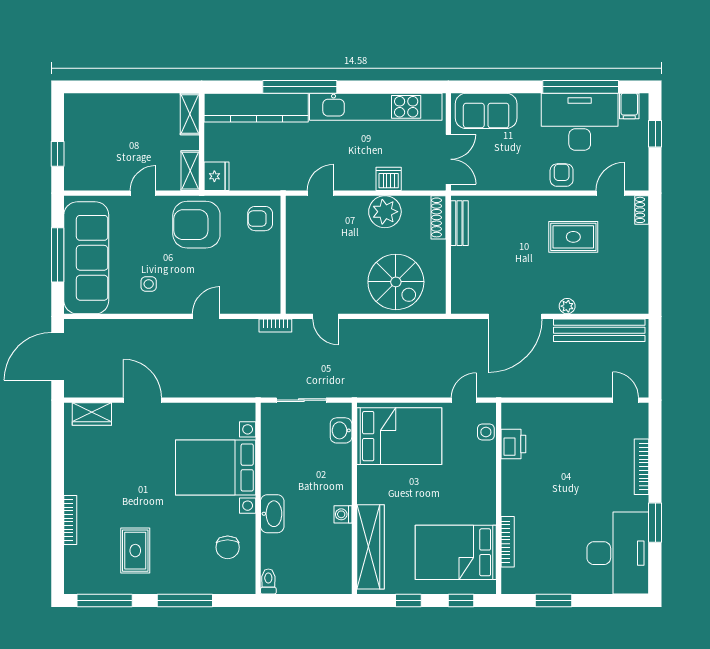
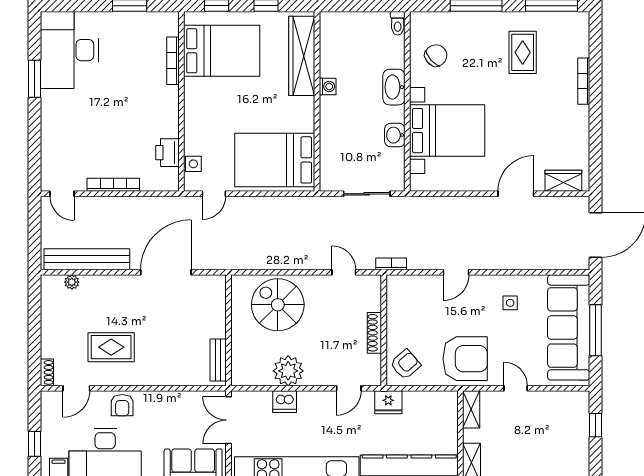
fridge: (216, 176) -> (388, 402), moved, turned -90
door: (143, 193) -> (516, 388), swing flipped
shoe rack: (438, 217) -> (374, 333), moved, turned 180
armchair: (260, 219) -> (405, 364), turned -41
plant: (567, 306) -> (72, 282), moved
door: (142, 400) -> (516, 194), swing flipped
washbasin: (341, 430) -> (395, 135), moved, turned 180
bookcase: (642, 467) -> (113, 185), moved, turned -90
chair: (228, 547) -> (436, 55), turned 48

